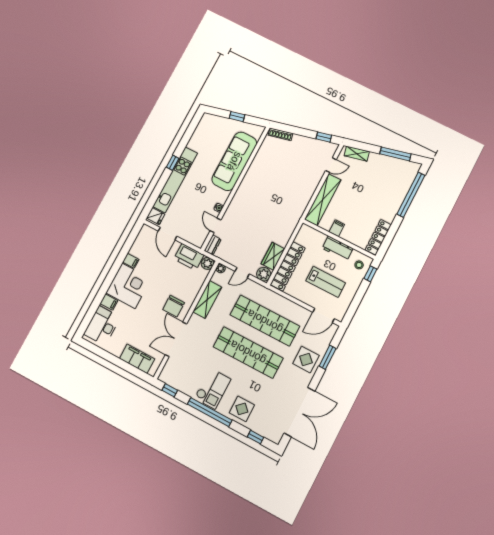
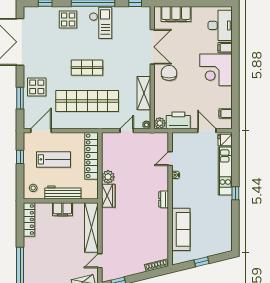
sofa: (234, 161) -> (181, 229), width x0.74, depth x0.79
kitchen unit: (175, 180) -> (225, 171), width x0.73
door: (215, 225) -> (170, 159), swing flipped
filing cabinet: (337, 228) -> (62, 209), width x2.00
dresser: (213, 245) -> (164, 199), moved
workbench: (338, 248) -> (63, 193), width x1.38
wardrobe: (273, 256) -> (108, 196), moved
filing cabinet: (131, 261) -> (226, 114), moved
plant: (264, 274) -> (108, 177), moved
window: (370, 274) -> (20, 157), moved
lab bench: (326, 282) -> (53, 159), turned 180
shop shelf: (248, 352) -> (87, 68), width x0.50, depth x0.74
checkout: (213, 389) -> (101, 23), turned 180

